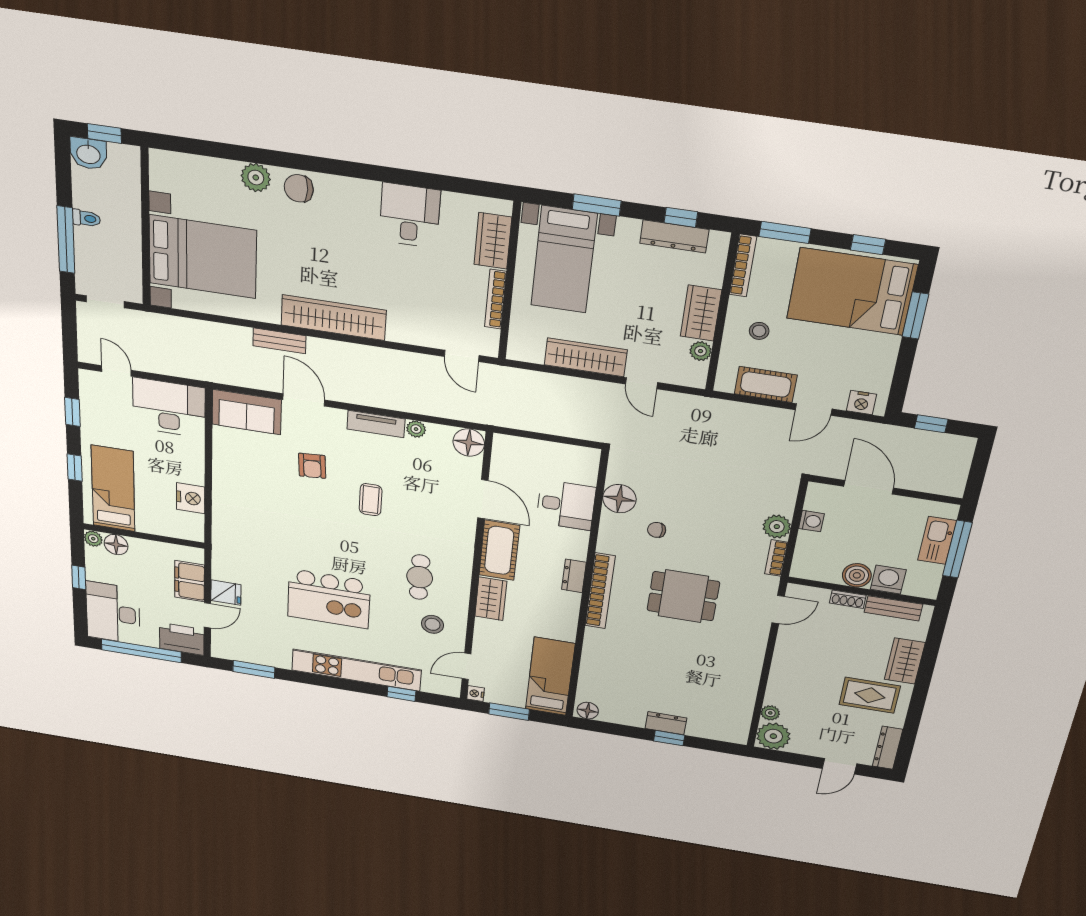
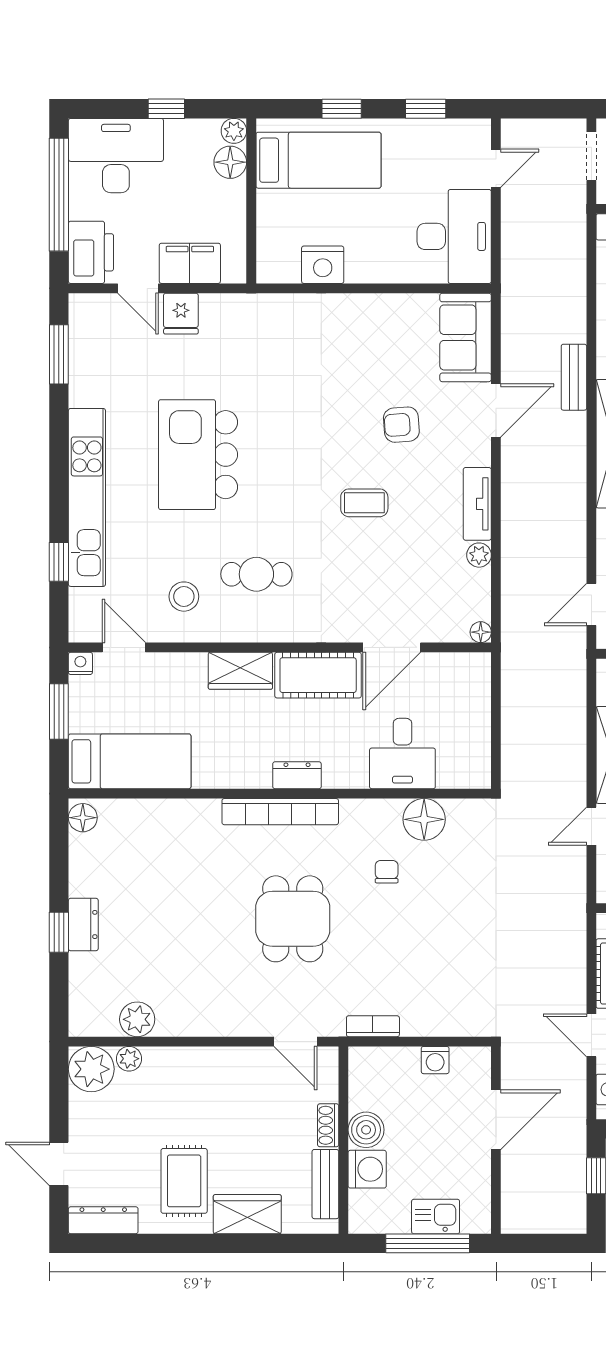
floor lamp: (469, 443) -> (481, 632), width x0.53, depth x0.53
plant: (777, 527) -> (137, 1019), moved
kitchen sink: (937, 540) -> (436, 1216), width x0.73

